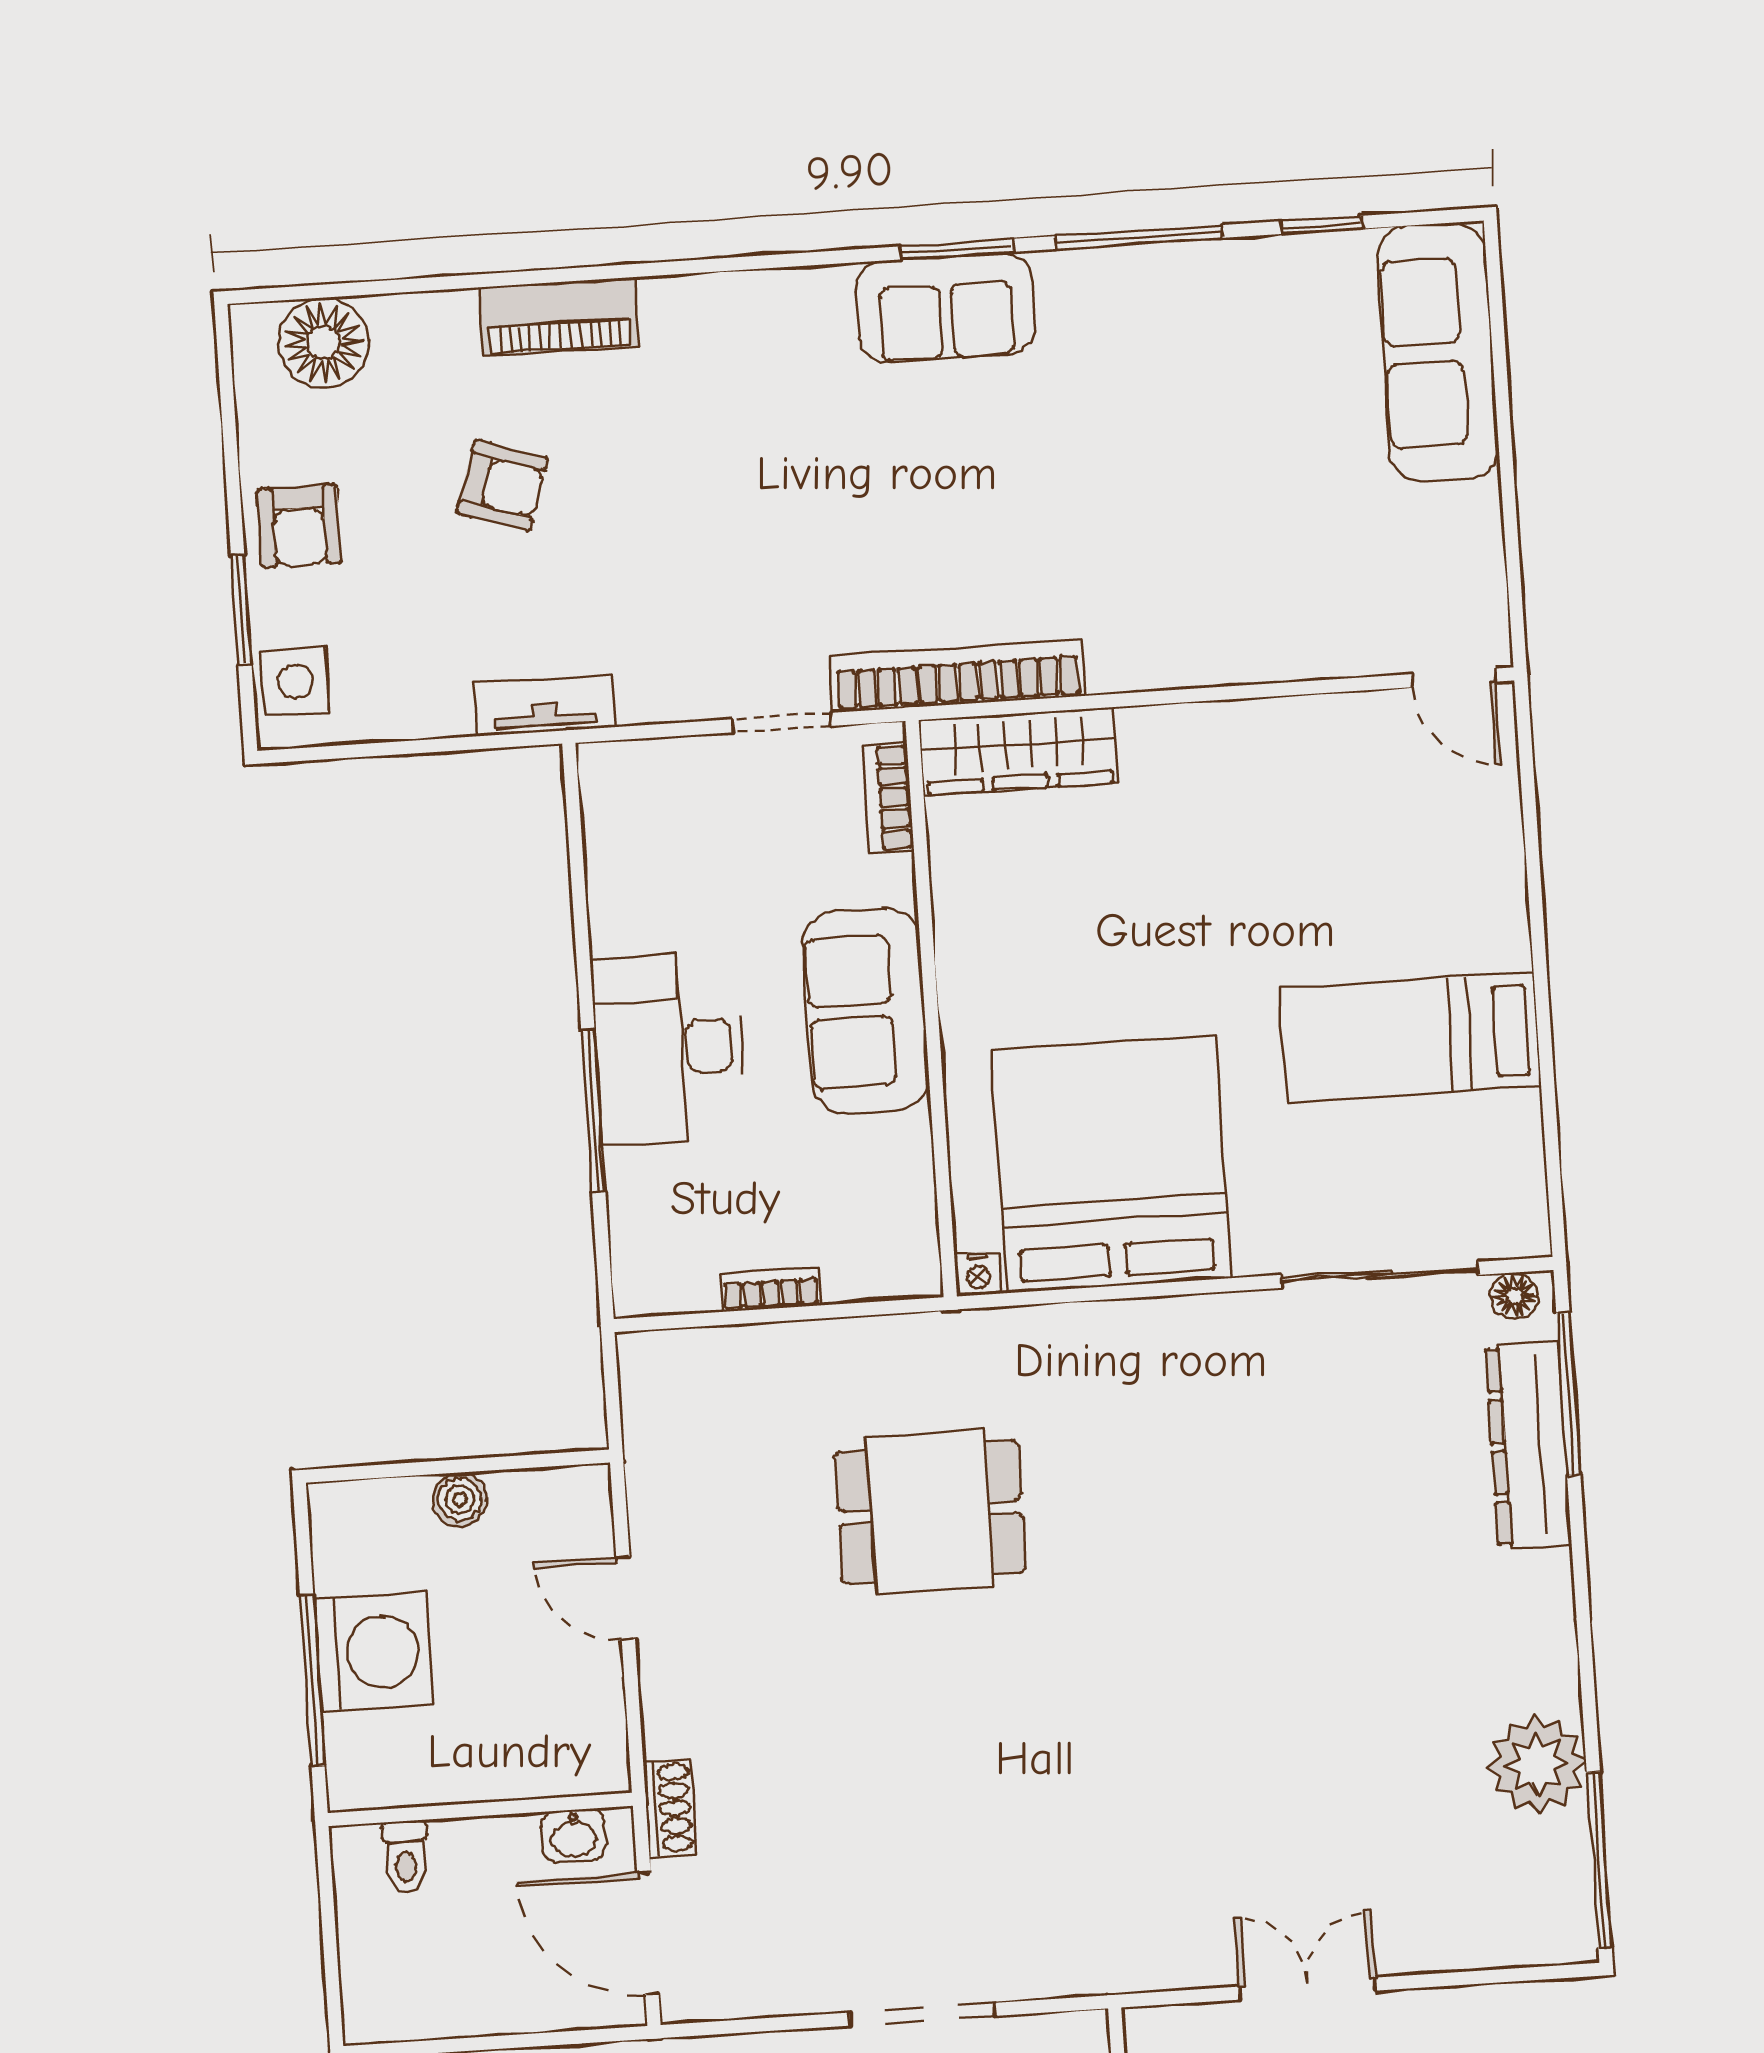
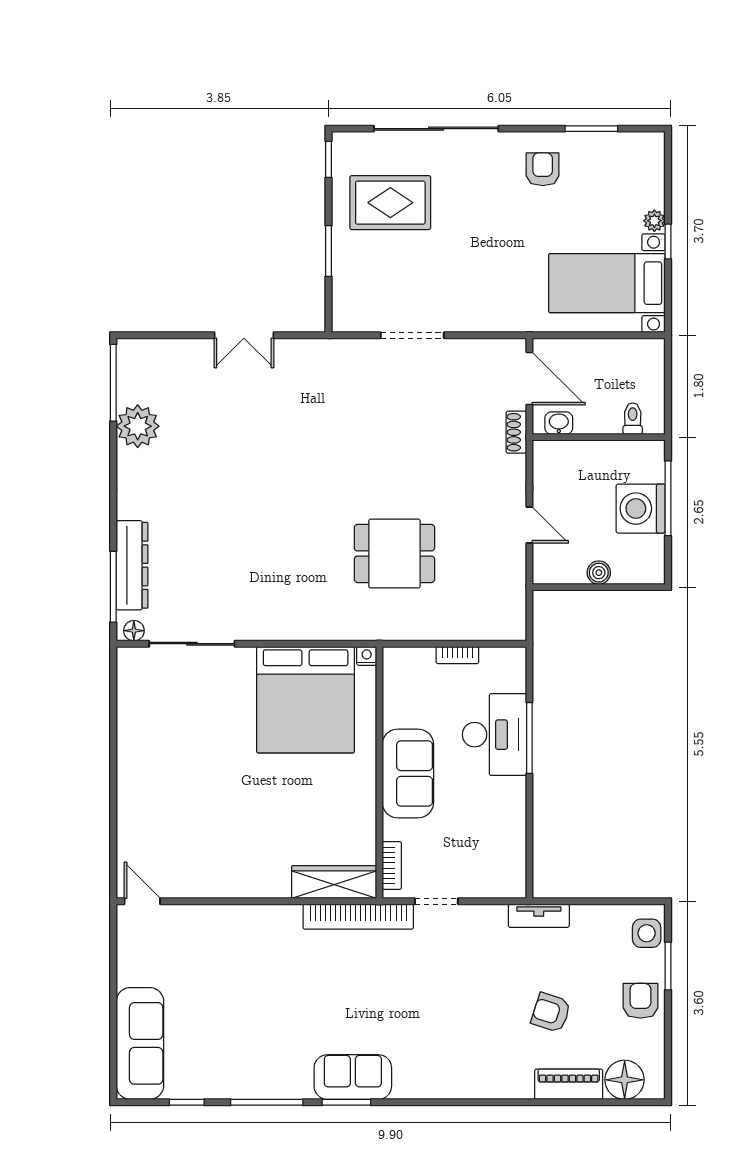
piano: (559, 317) -> (569, 1084), moved
bed: (1411, 1037) -> (171, 746), removed
desk: (669, 1048) -> (494, 735), moved

